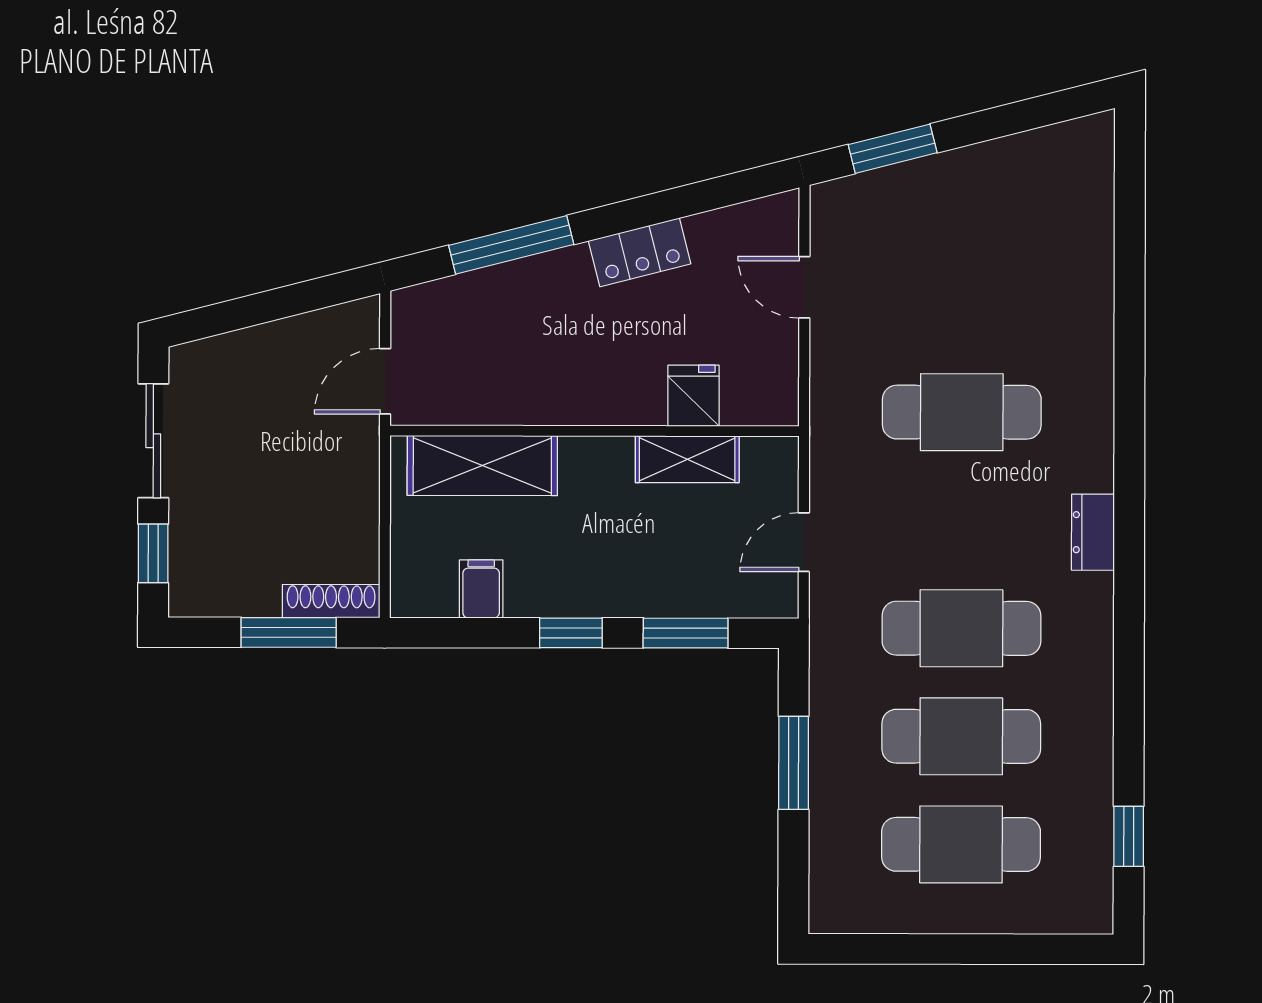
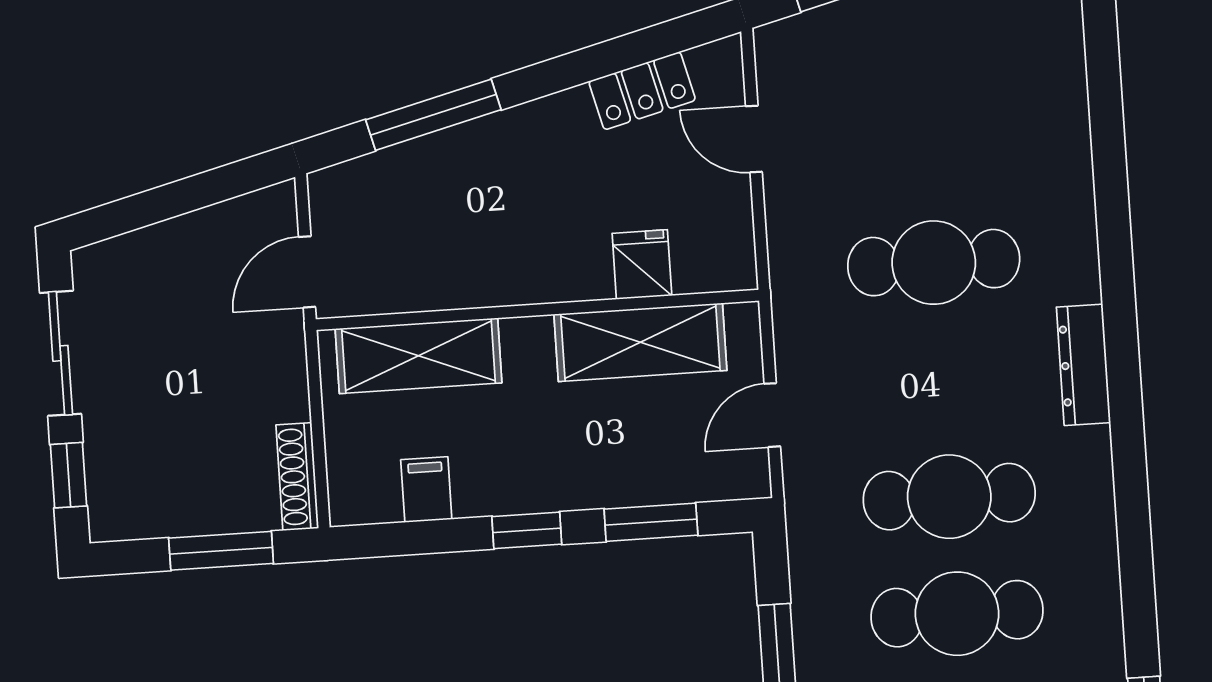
locker: (640, 252) -> (642, 91), moved
shelving: (687, 459) -> (640, 342), width x1.50, depth x1.33
dresser: (1093, 532) -> (1083, 365), width x1.44
shoe rack: (331, 601) -> (297, 477), moved, turned -90

